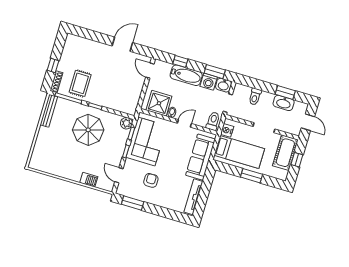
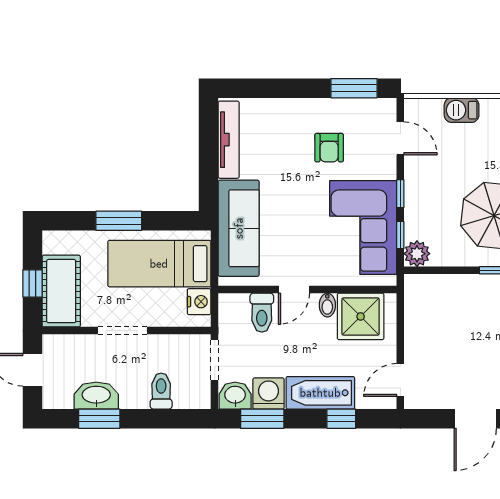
door: (150, 71) -> (400, 380), swing flipped
toilet: (213, 121) -> (262, 313), moved

